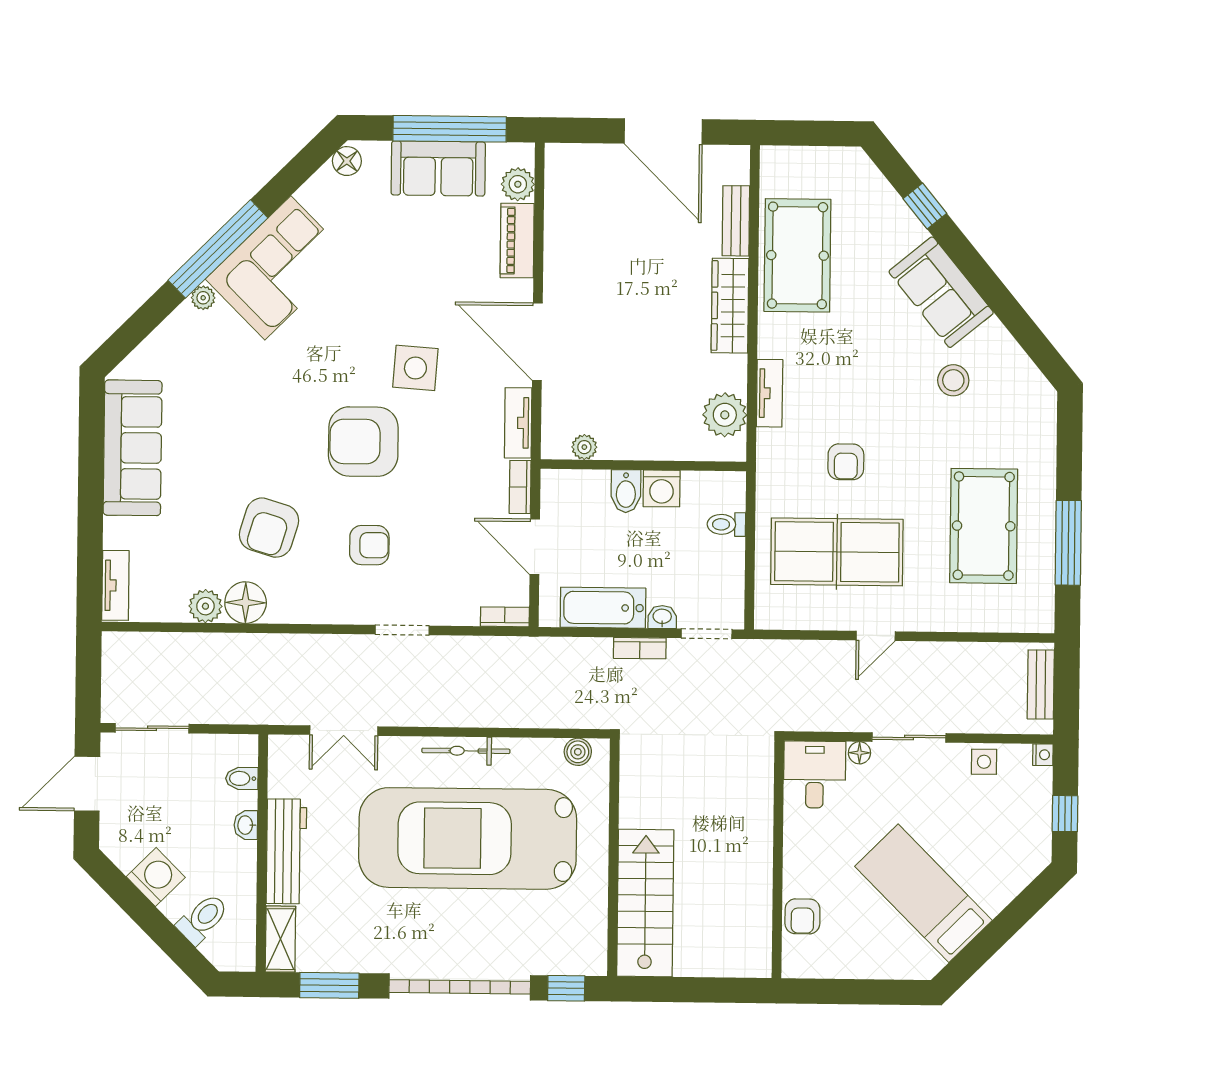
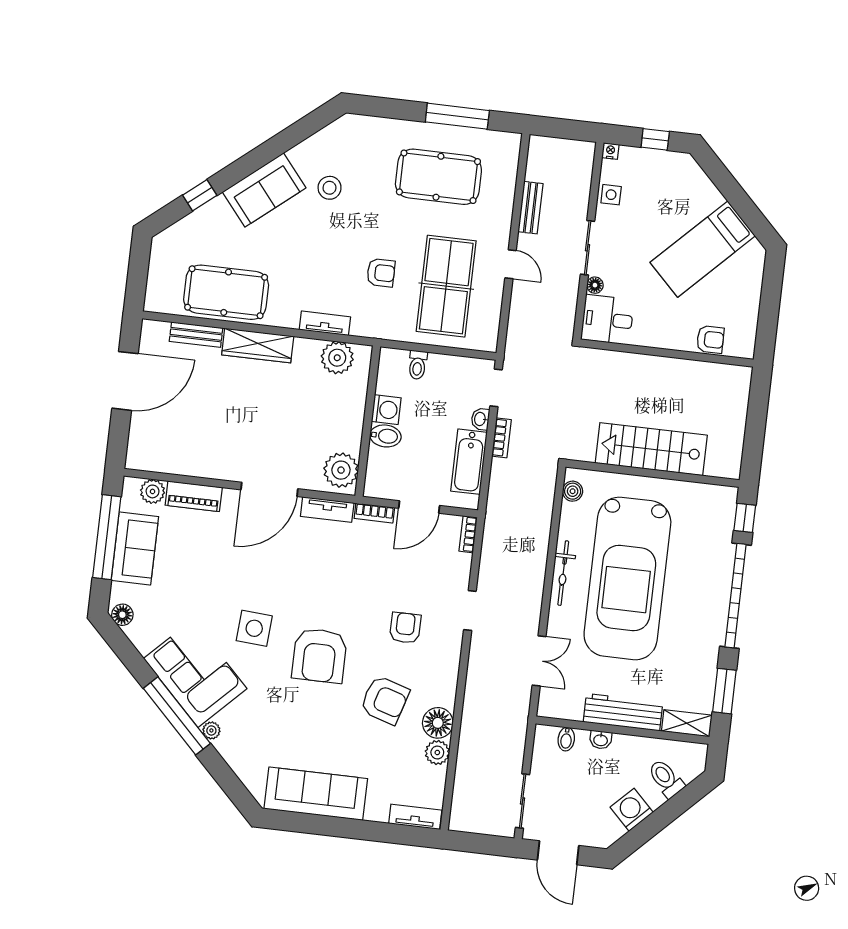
side table: (415, 368) -> (254, 628), moved
armchair: (363, 442) -> (319, 655), moved
plant: (584, 447) -> (341, 470), width x1.88, depth x1.88
bench: (1041, 684) -> (530, 208), moved, turned 90
stairs: (645, 903) -> (651, 449), moved

